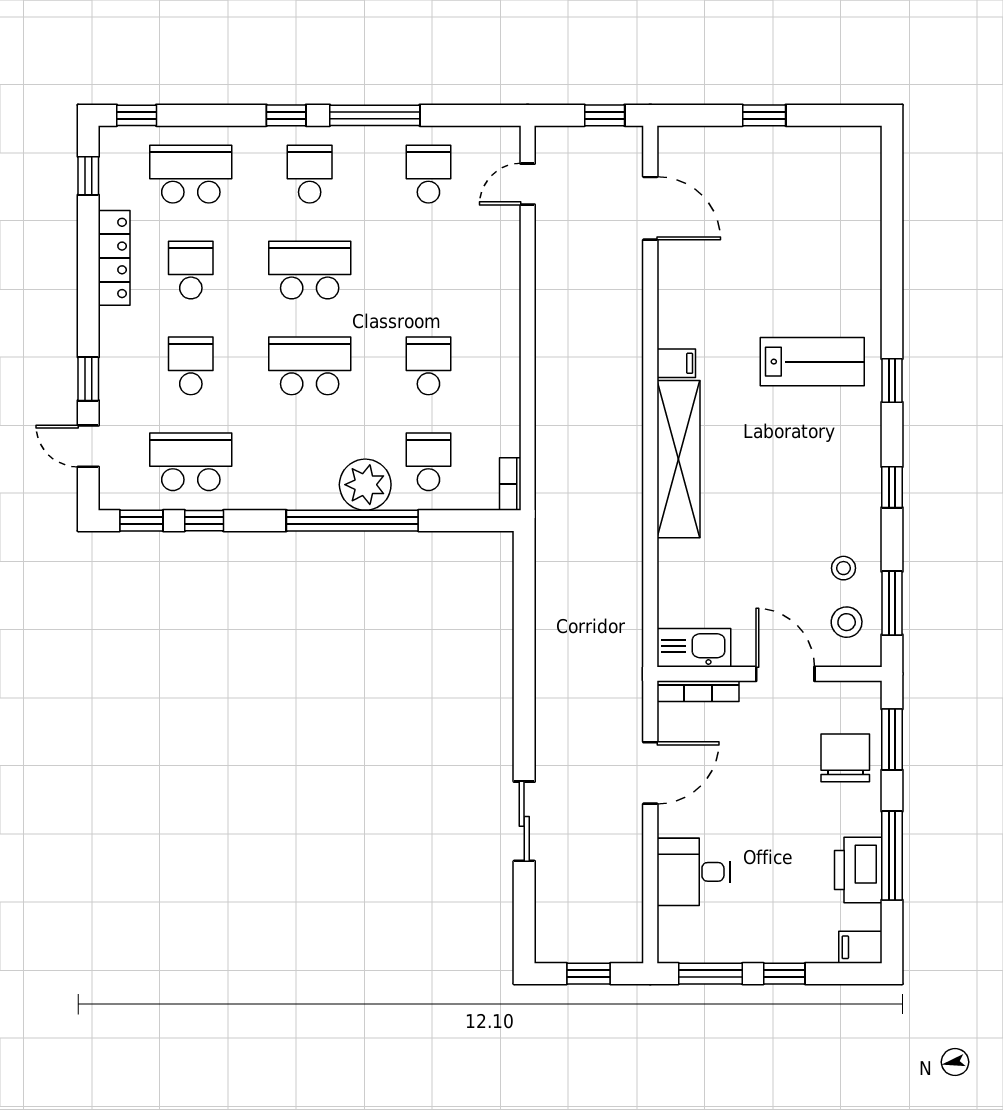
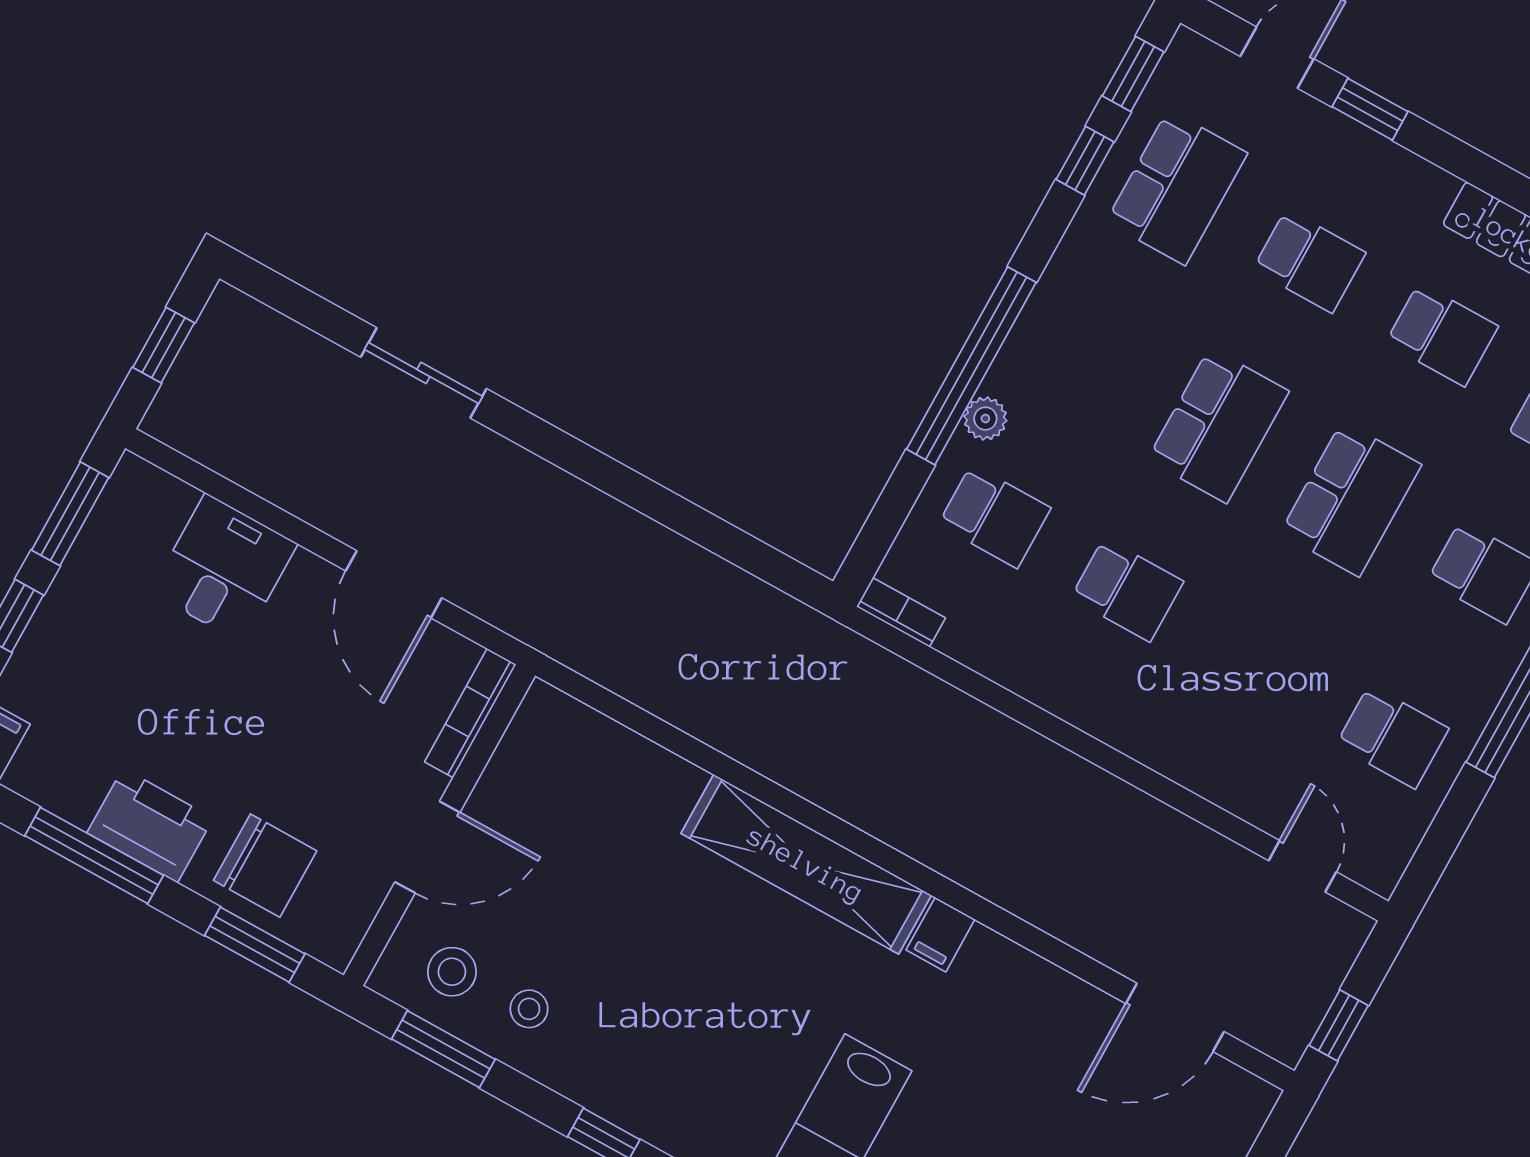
plant: (365, 485) -> (985, 419), width x0.53, depth x0.53
kitchen sink: (694, 648) -> (534, 741), removed
printer: (858, 870) -> (150, 826), moved

